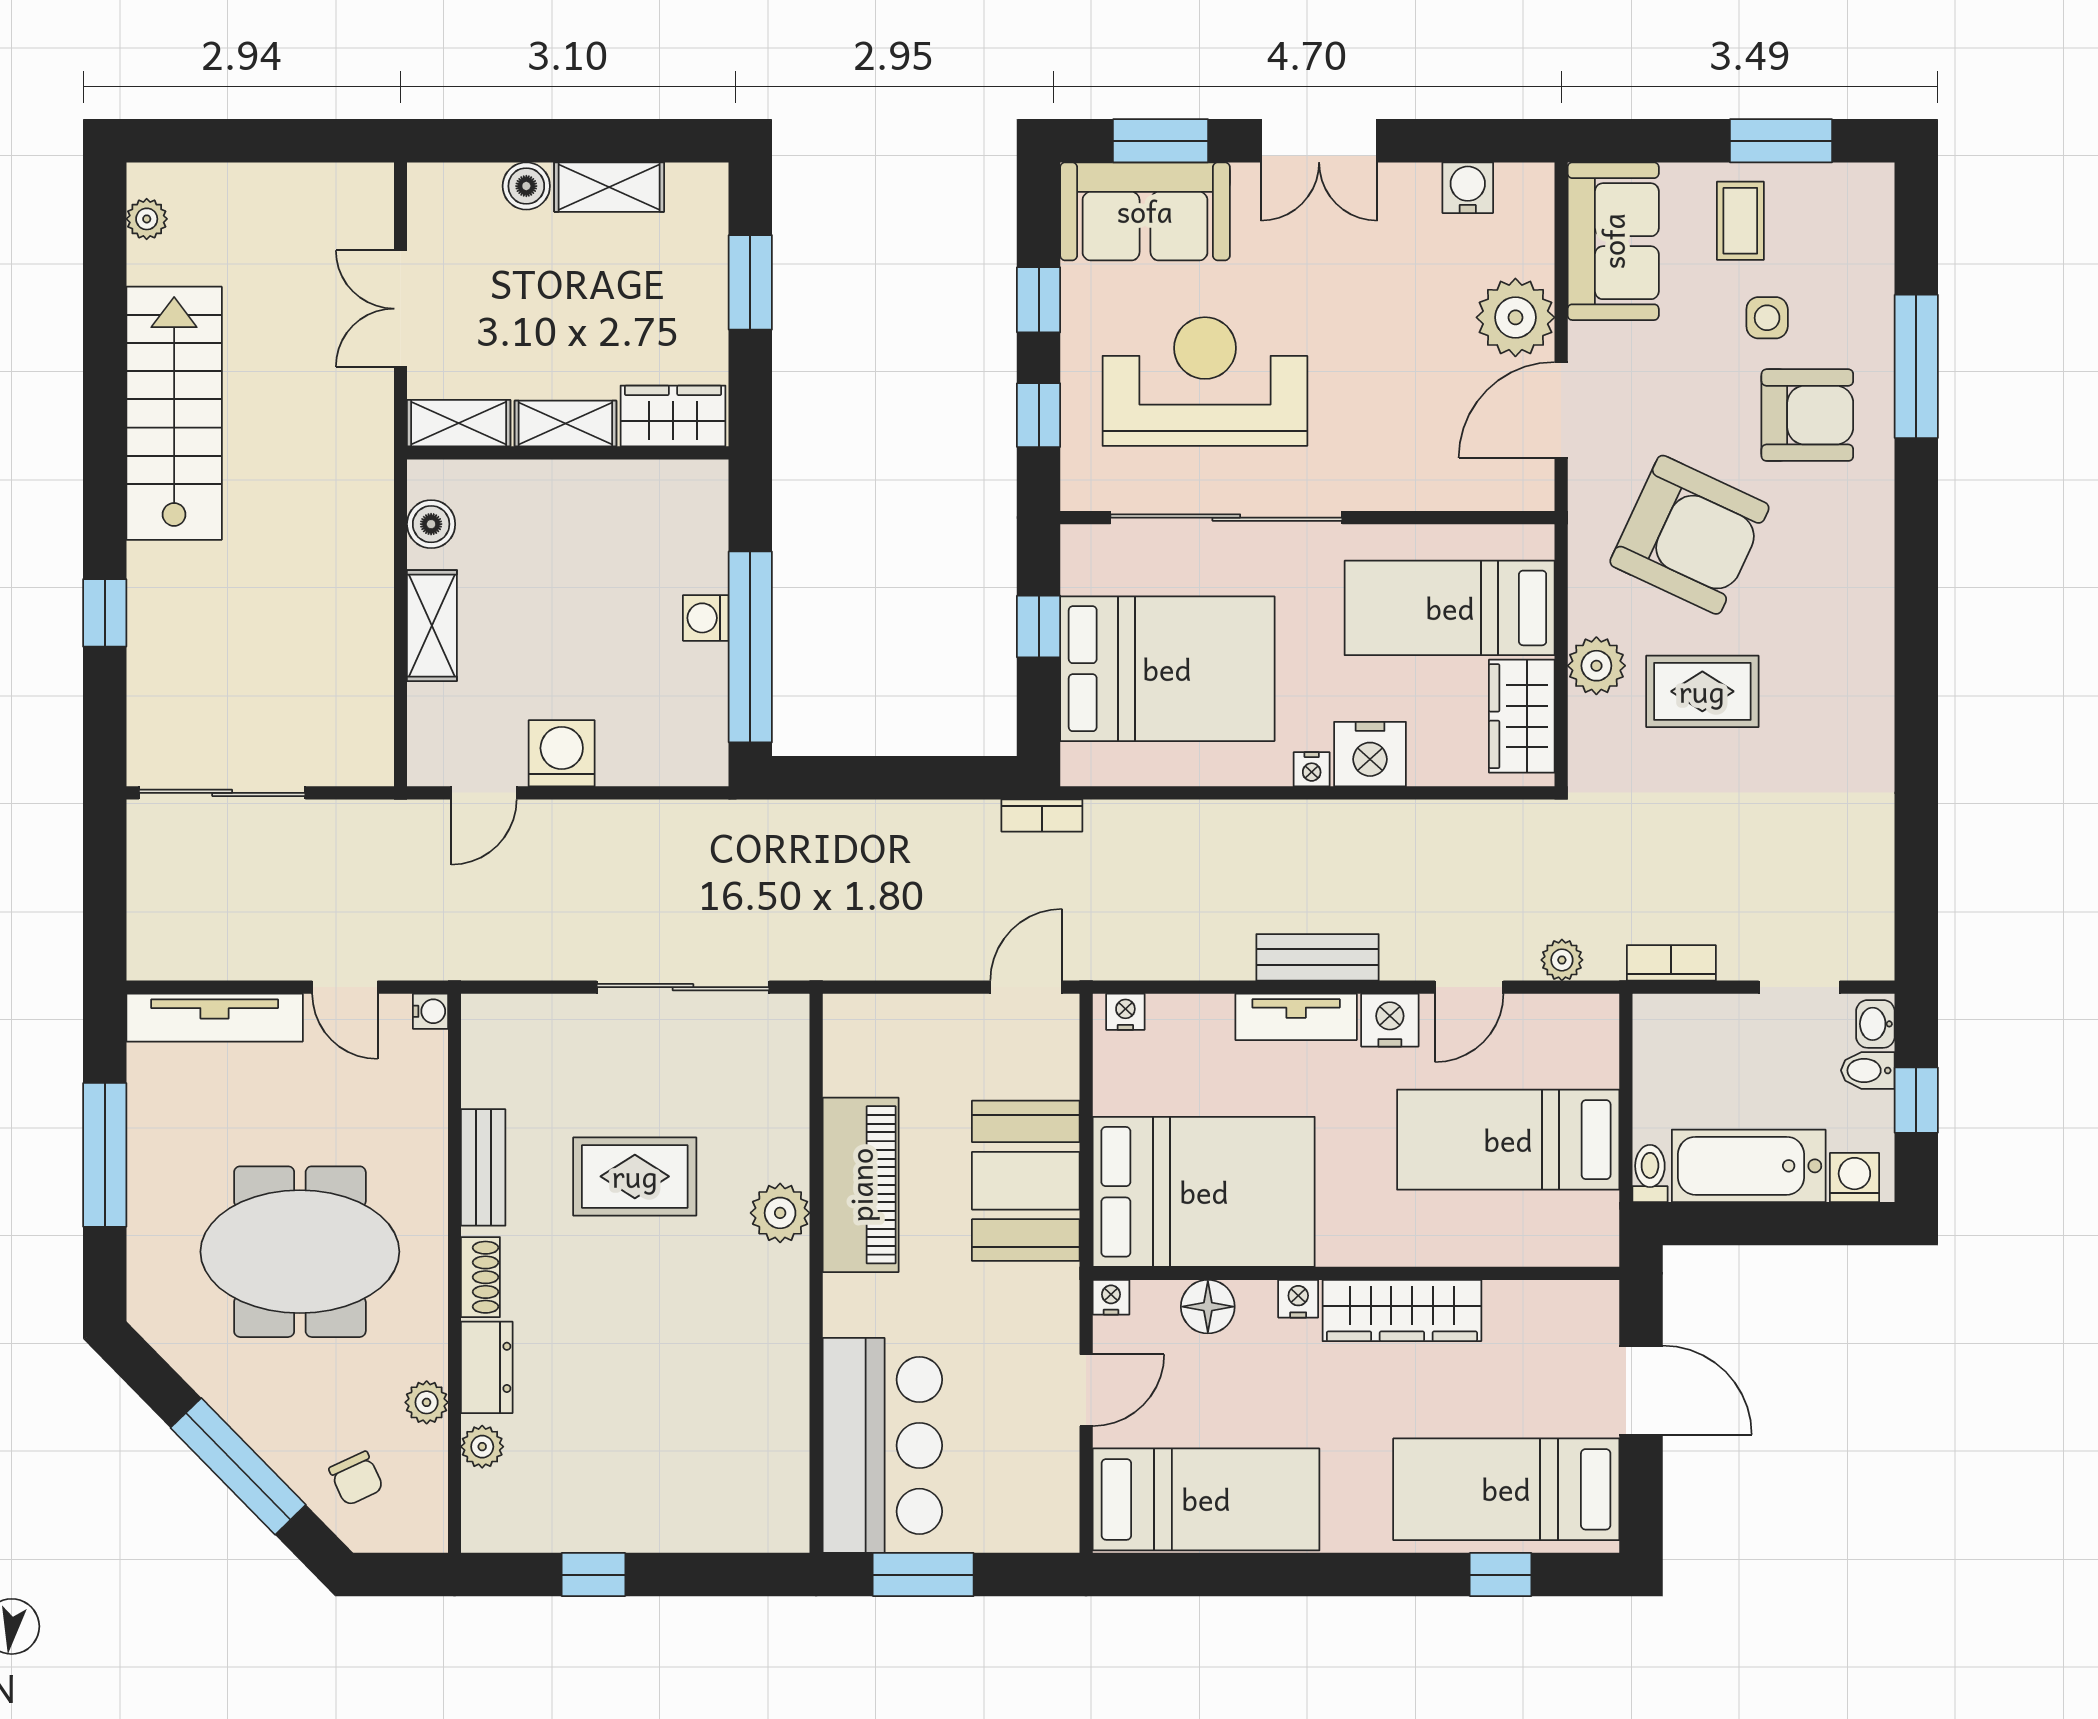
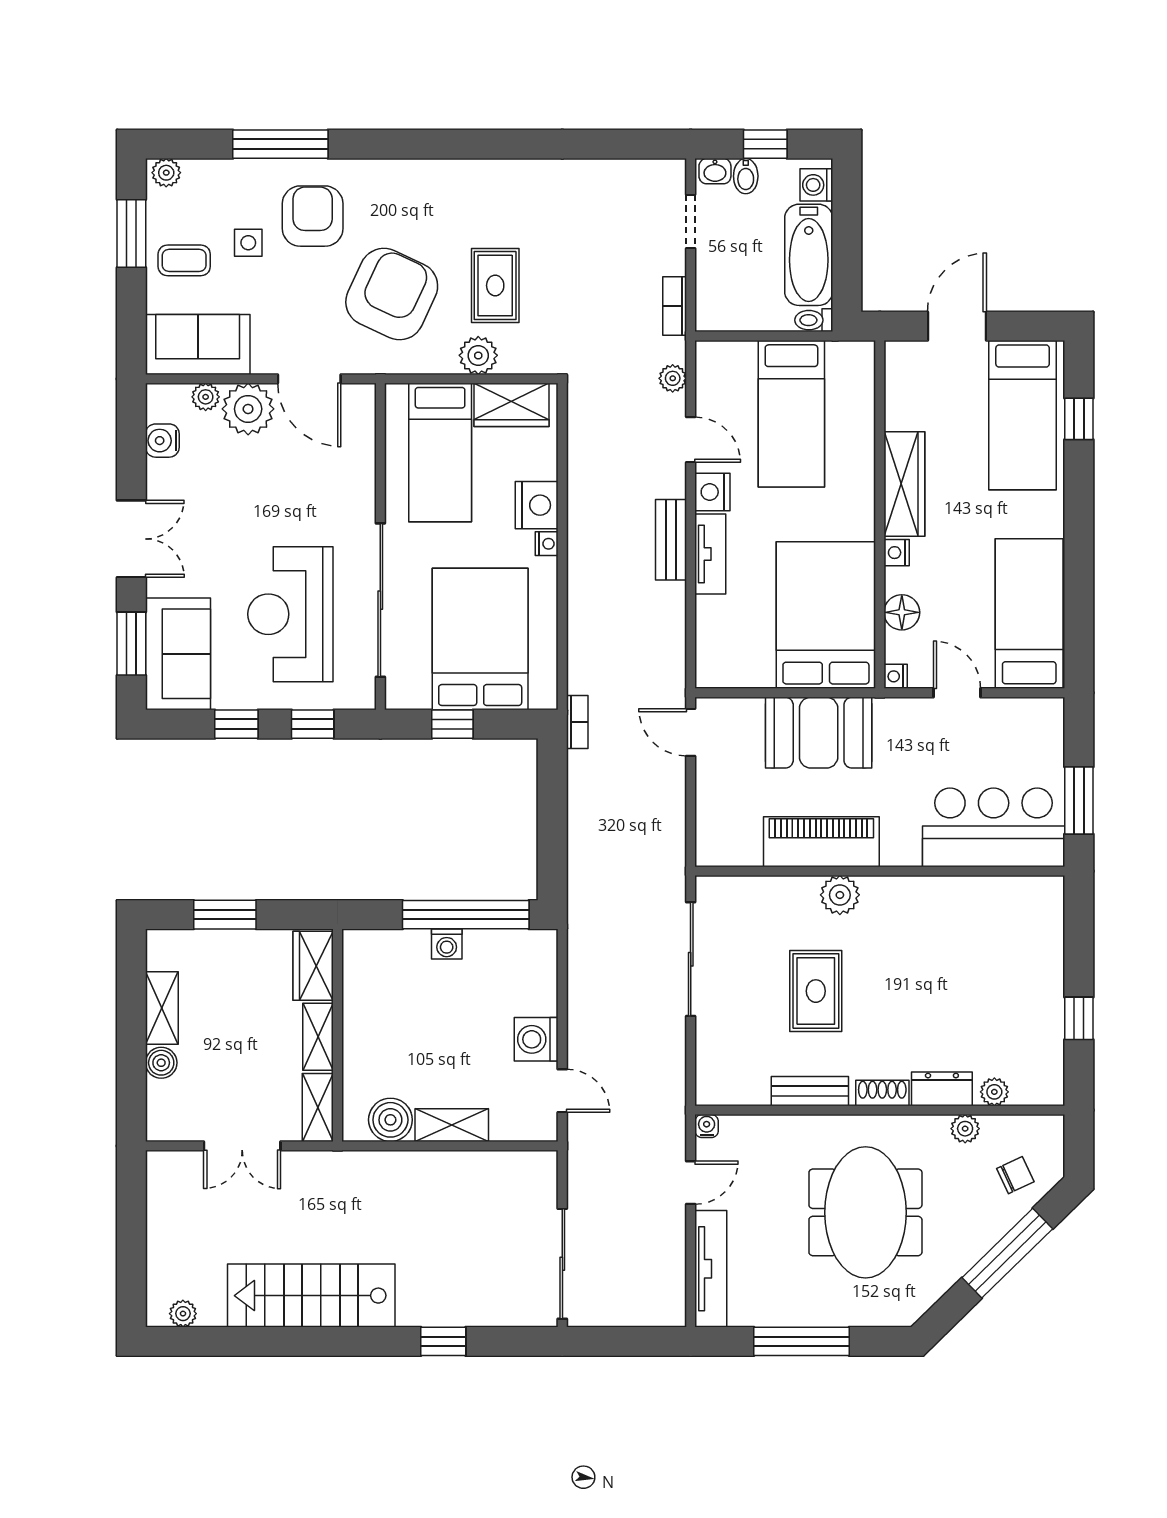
plant: (1873, 194) -> (166, 173), added
plant: (1534, 253) -> (206, 397), added
boiler: (431, 524) -> (390, 1120), width x1.36, depth x1.36
nightstand: (1125, 1012) -> (707, 667), removed

